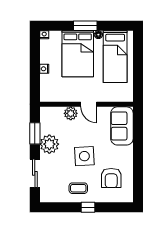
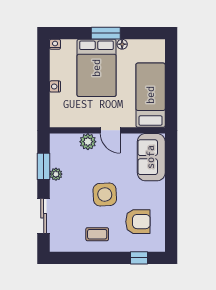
bed: (115, 57) -> (151, 95), moved, turned 180
plant: (49, 144) -> (56, 174), width x0.53, depth x0.53
armchair: (111, 178) -> (138, 222), turned -90
window: (88, 207) -> (139, 258), moved

